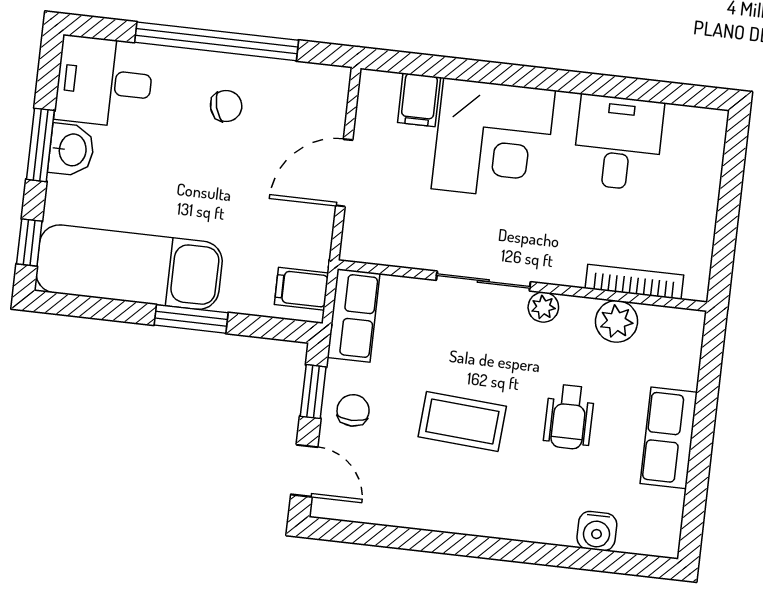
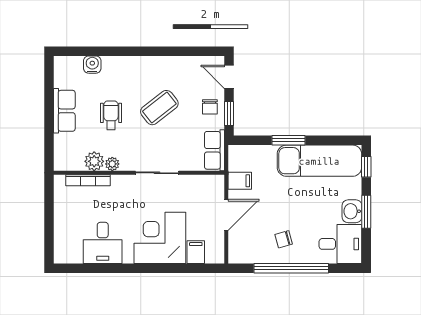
filing cabinet: (302, 289) -> (240, 181), moved
plant: (543, 307) -> (112, 164), moved
coffee table: (462, 421) -> (159, 108), turned -42

